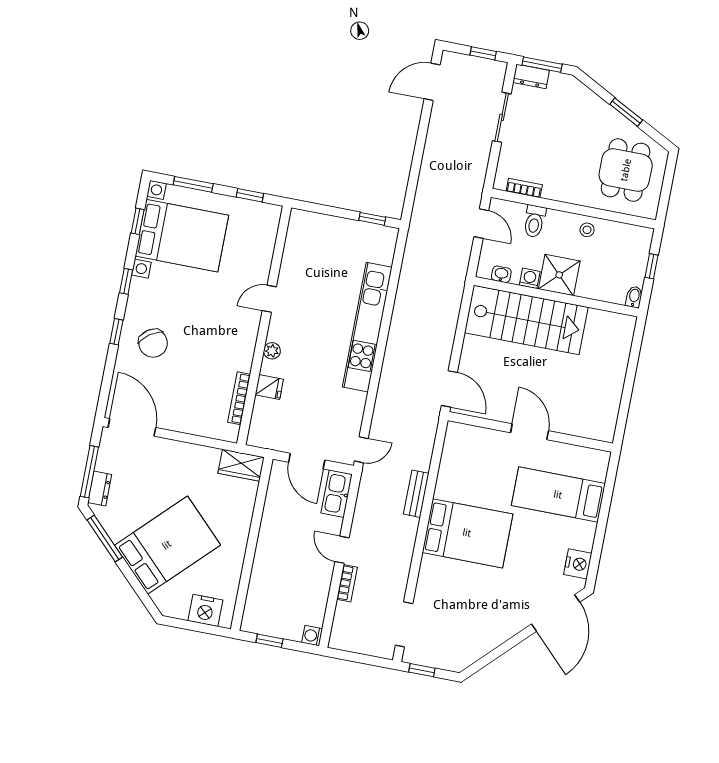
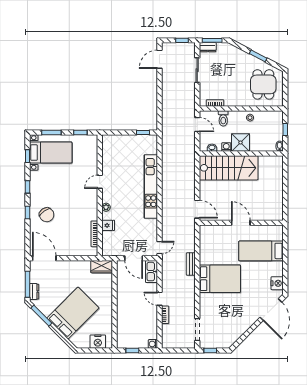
bed with nightstands: (182, 236) -> (51, 153), width x0.73

